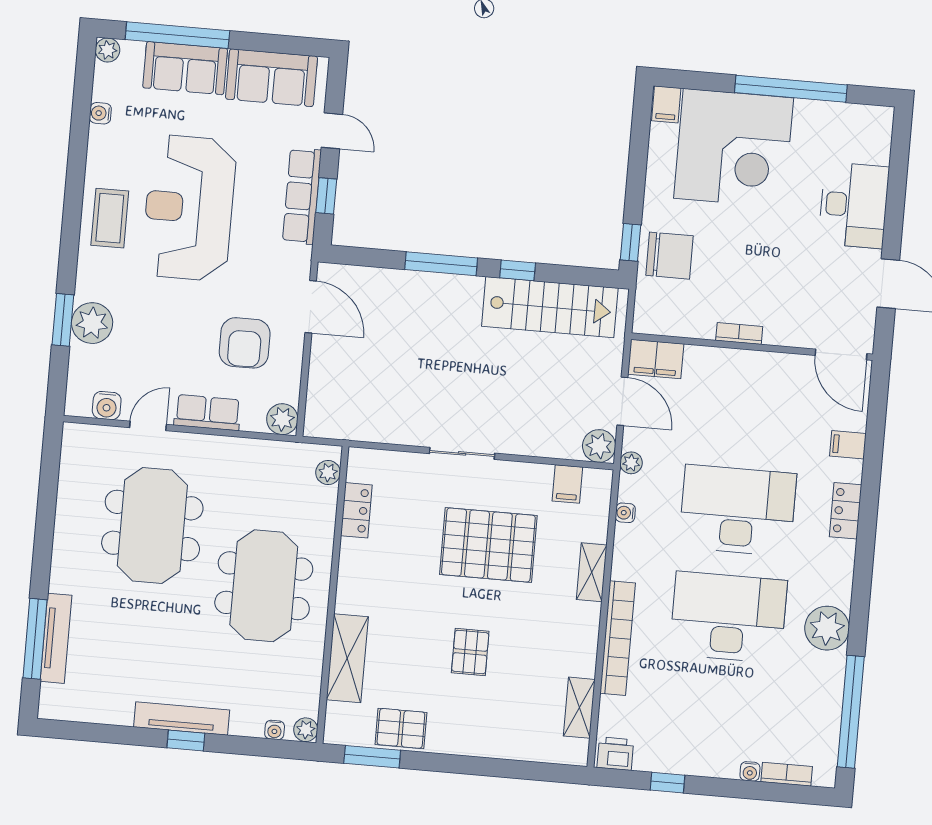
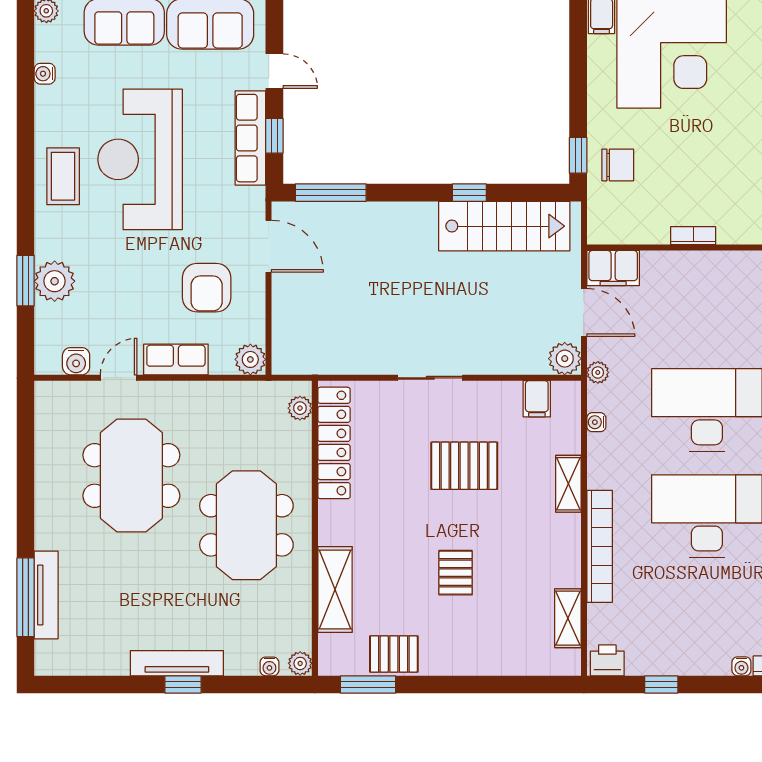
chair: (669, 256) -> (618, 165), width x0.73, depth x0.73
window: (441, 264) -> (331, 193), moved
locker: (356, 510) -> (334, 443), width x2.16, depth x1.21
pallet: (488, 545) -> (464, 466), width x0.73, depth x0.71

